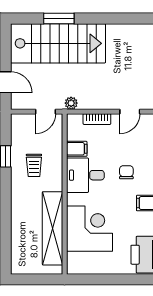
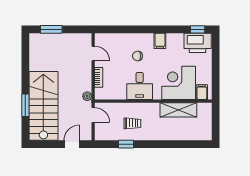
filing cabinet: (77, 149) -> (202, 92), moved
shelving: (52, 228) -> (178, 110), width x0.68

